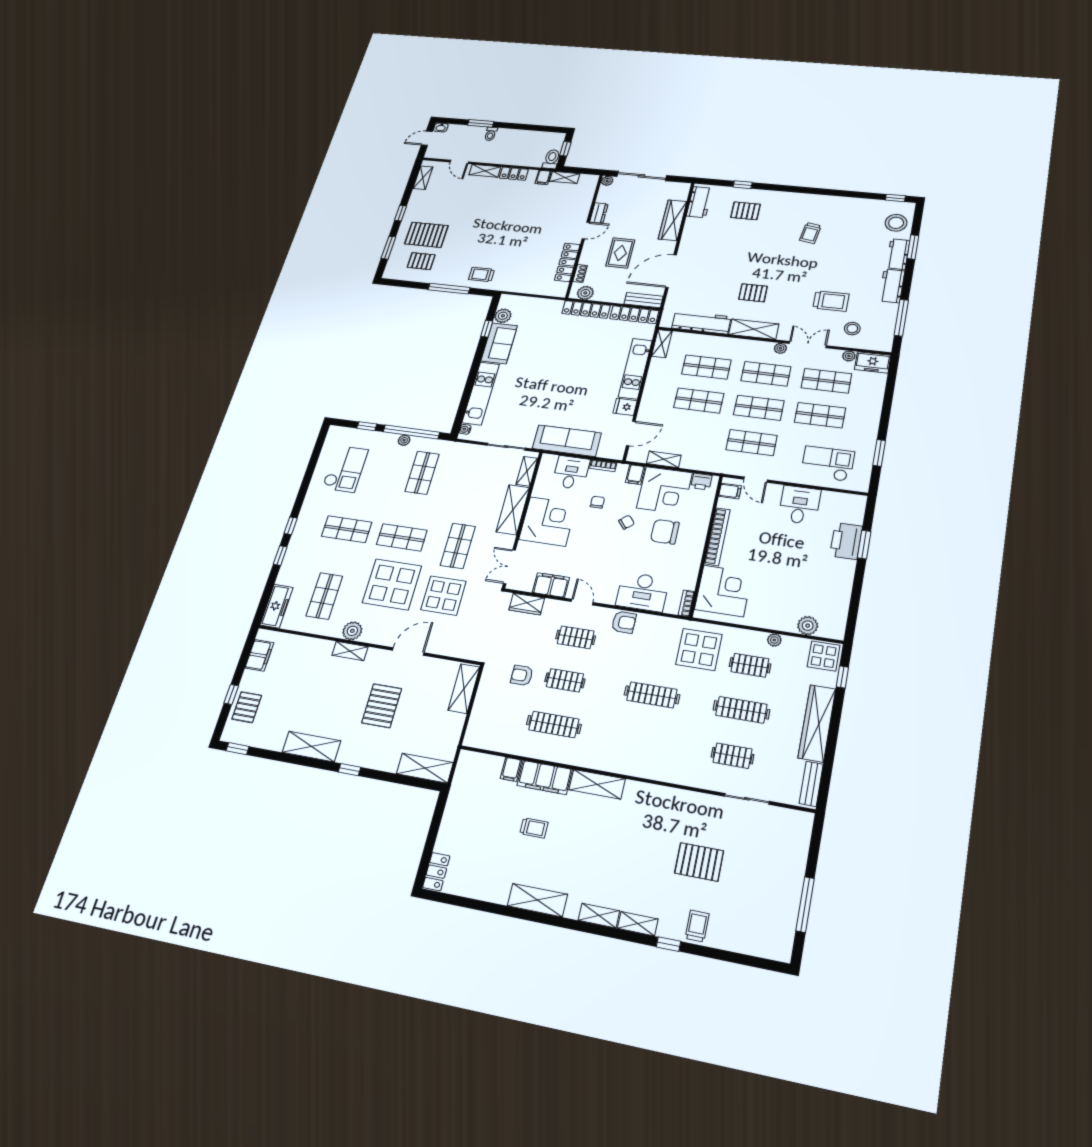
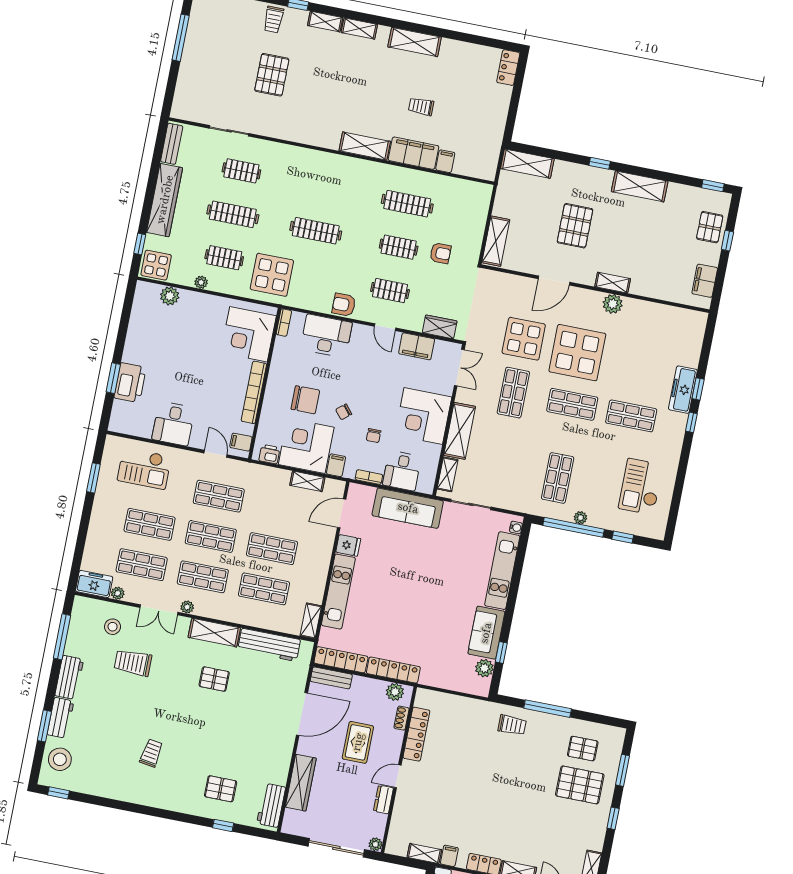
shop shelf: (324, 596) -> (646, 342), removed
freezer: (277, 606) -> (683, 390), moved
pallet: (699, 862) -> (272, 75), turned 90

